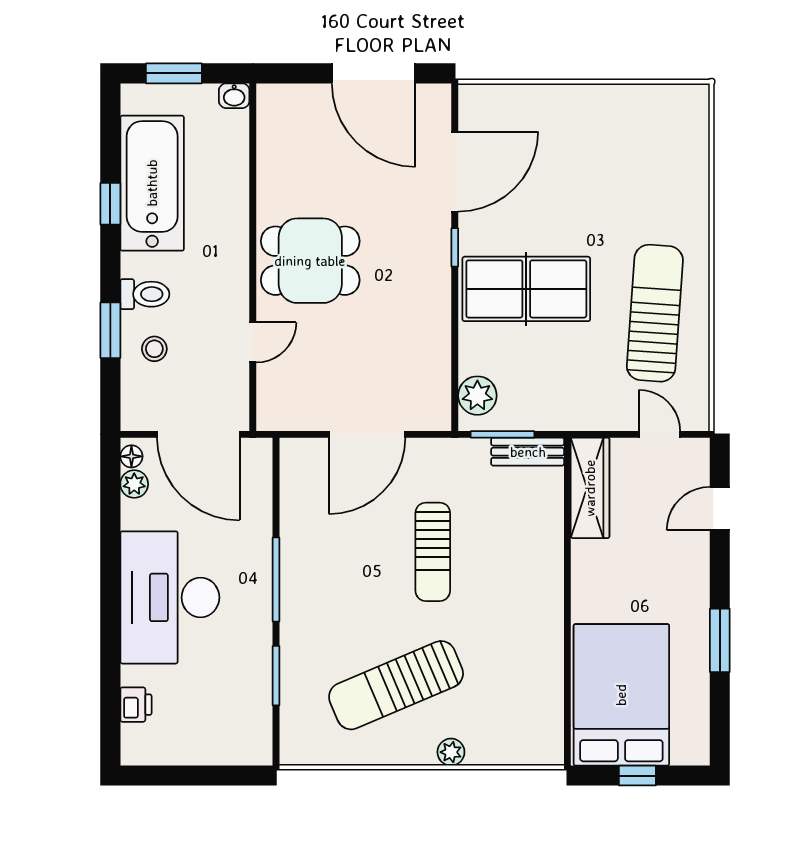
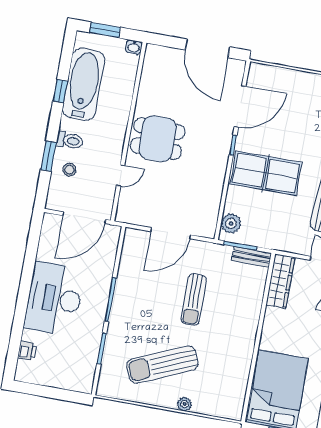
door: (198, 434) -> (84, 218), hinge flipped
floor lamp: (131, 456) -> (48, 223), removed
plant: (134, 484) -> (47, 237), removed

